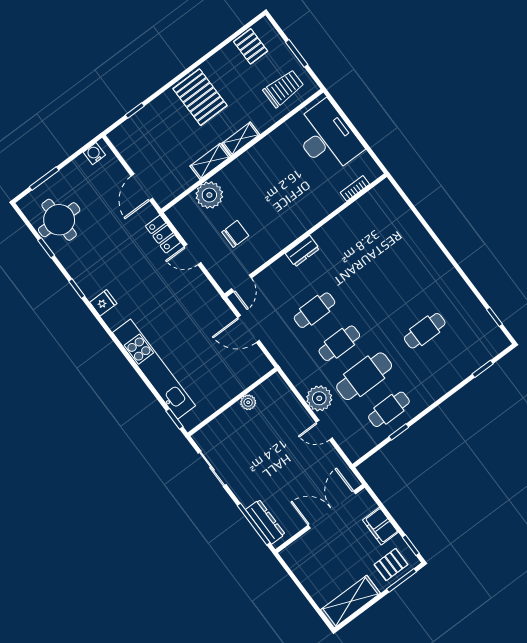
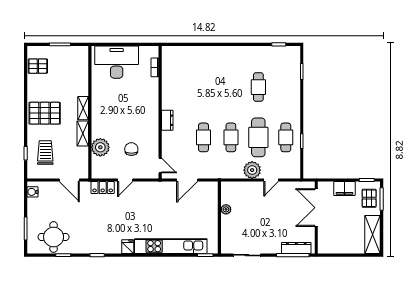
trolley: (283, 88) -> (45, 153), moved
fridge: (103, 303) -> (128, 247), moved

